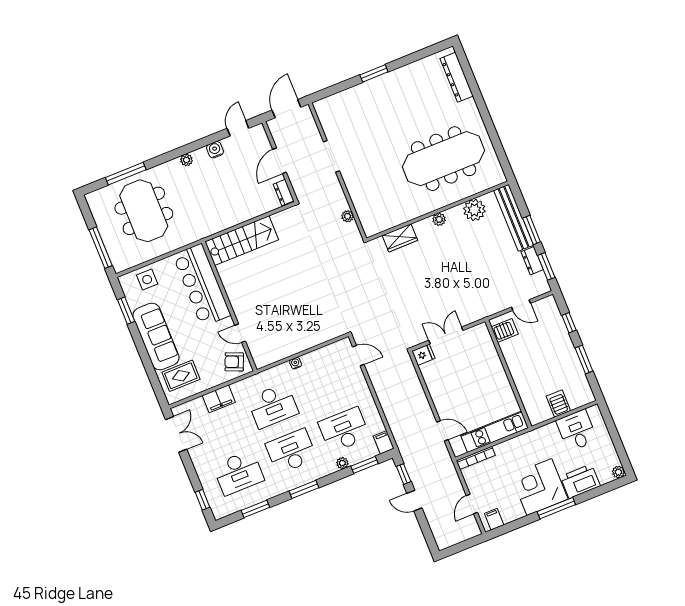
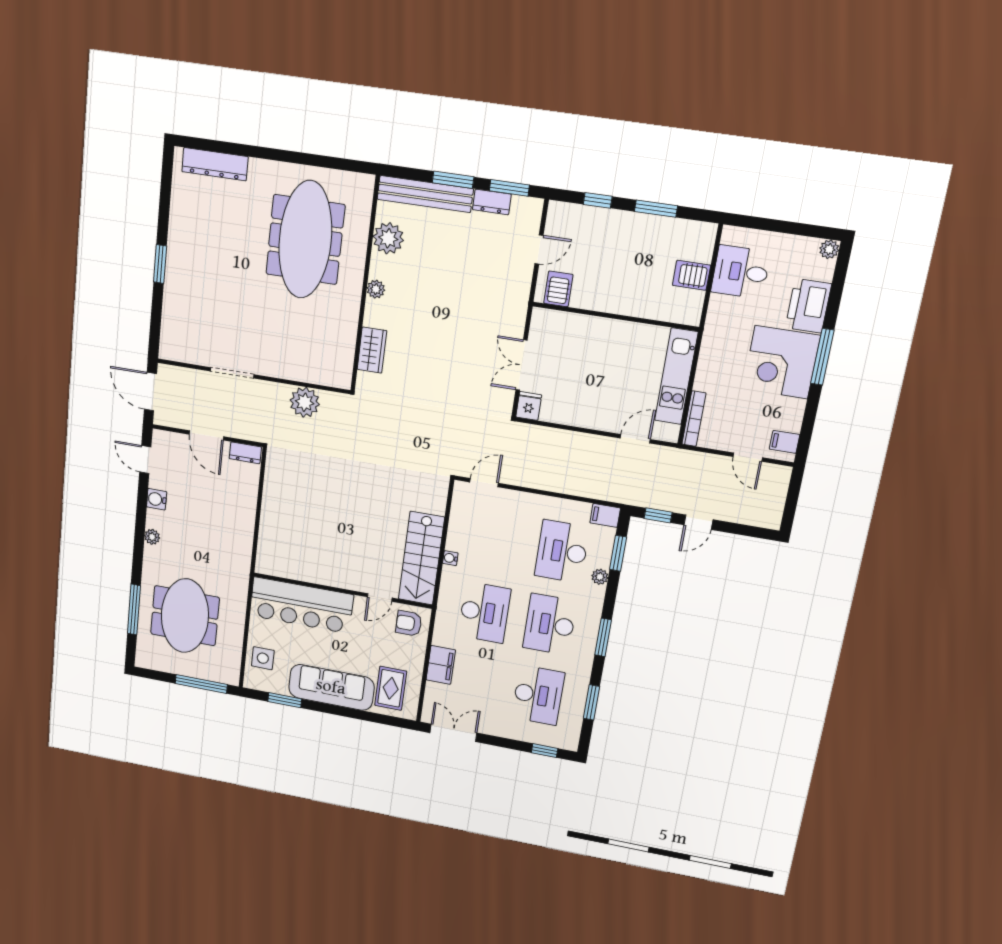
meeting table: (144, 211) -> (185, 616), turned 90
plant: (348, 216) -> (305, 402), width x1.88, depth x1.88
stairs: (242, 241) -> (421, 558), moved, turned 180
armchair: (234, 362) -> (409, 623), turned 67

